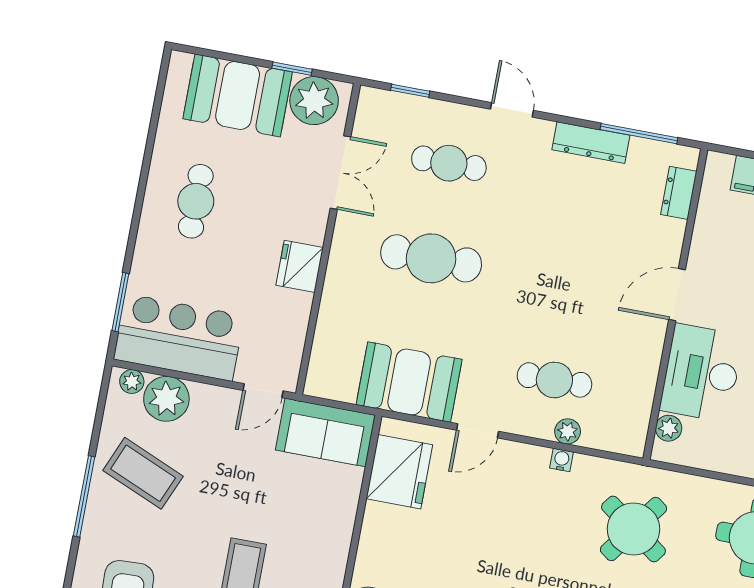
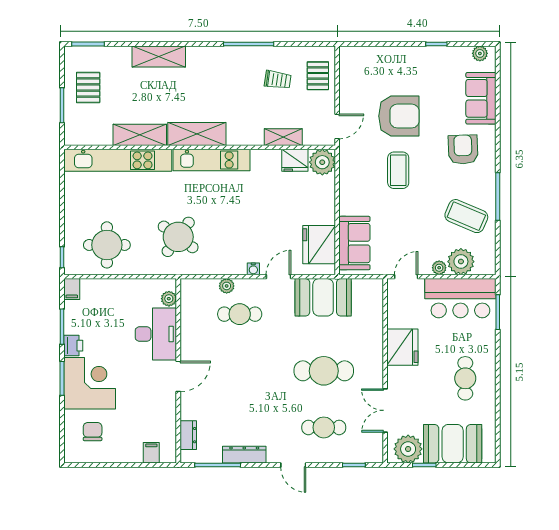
fridge: (300, 266) -> (402, 347), width x1.36, depth x1.34
plant: (132, 382) -> (439, 268), moved
sofa: (325, 432) -> (354, 243), moved, turned 90
water cooler: (562, 460) -> (253, 269), moved

